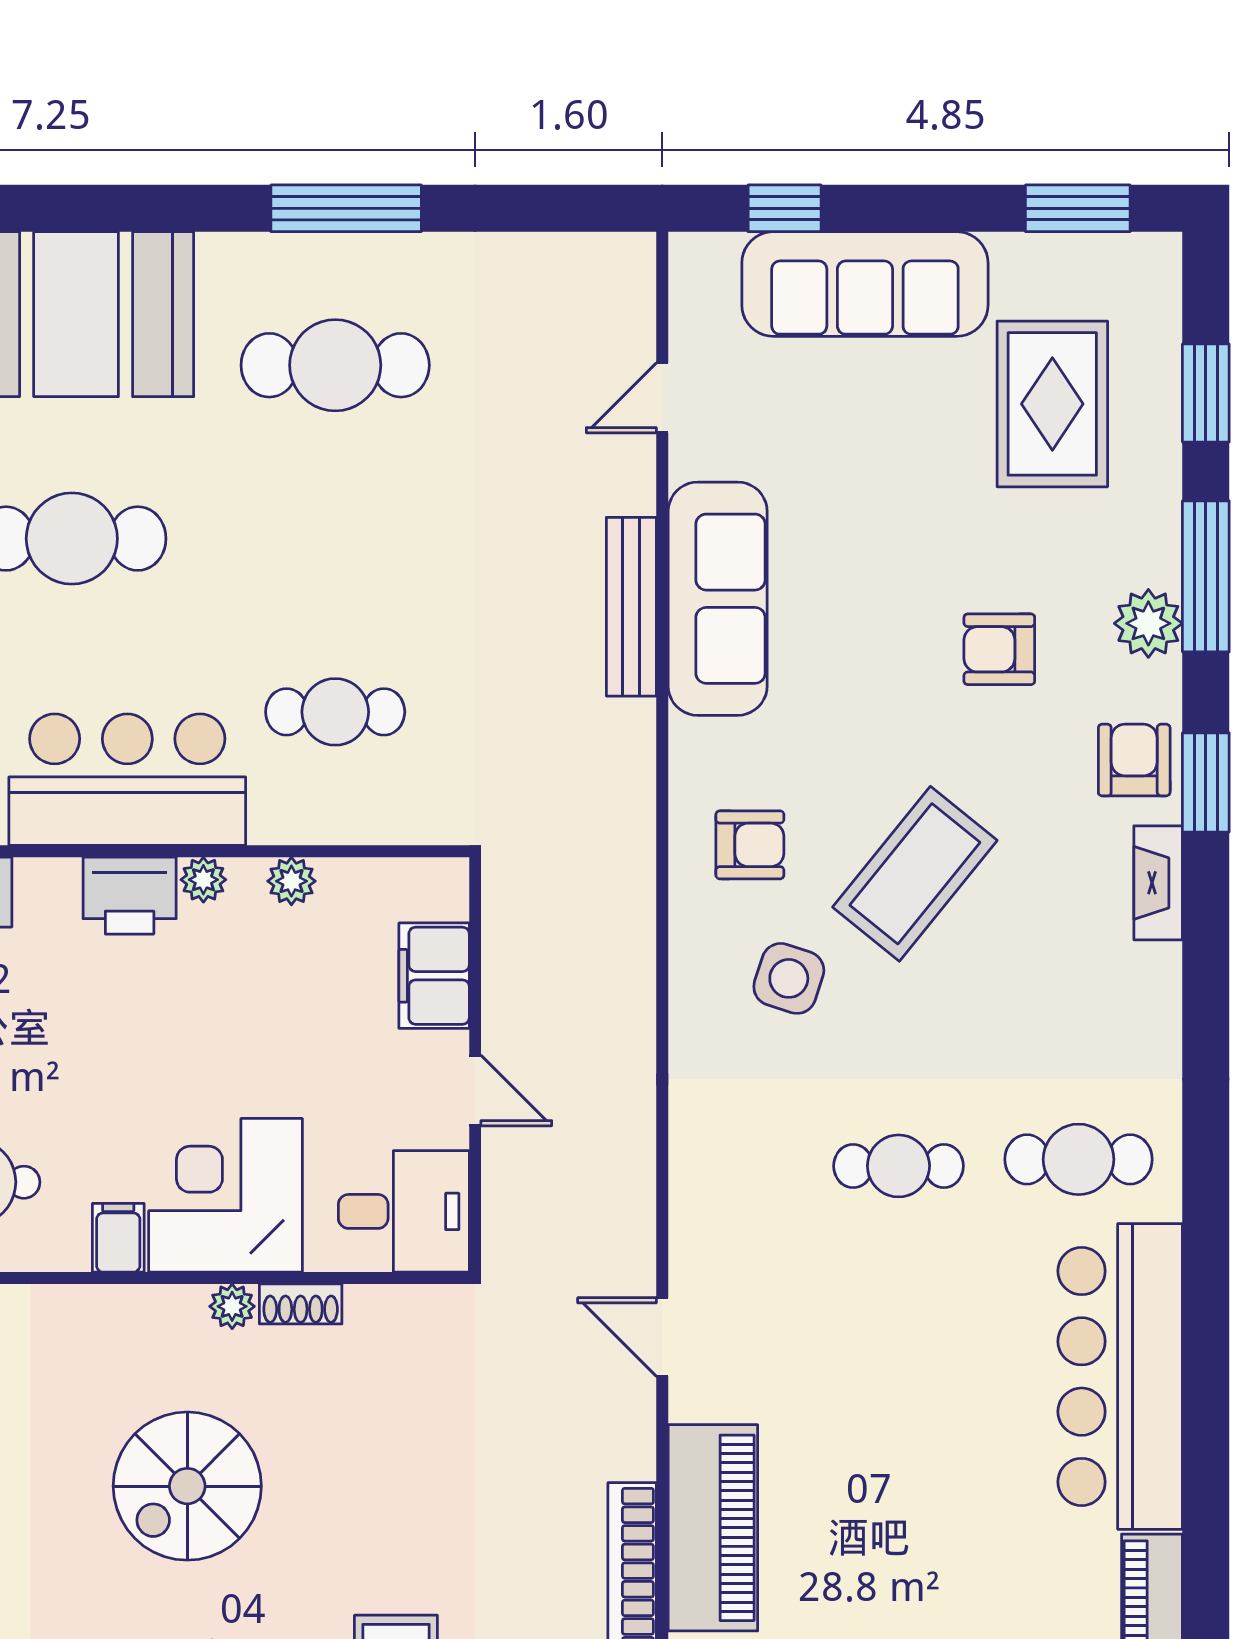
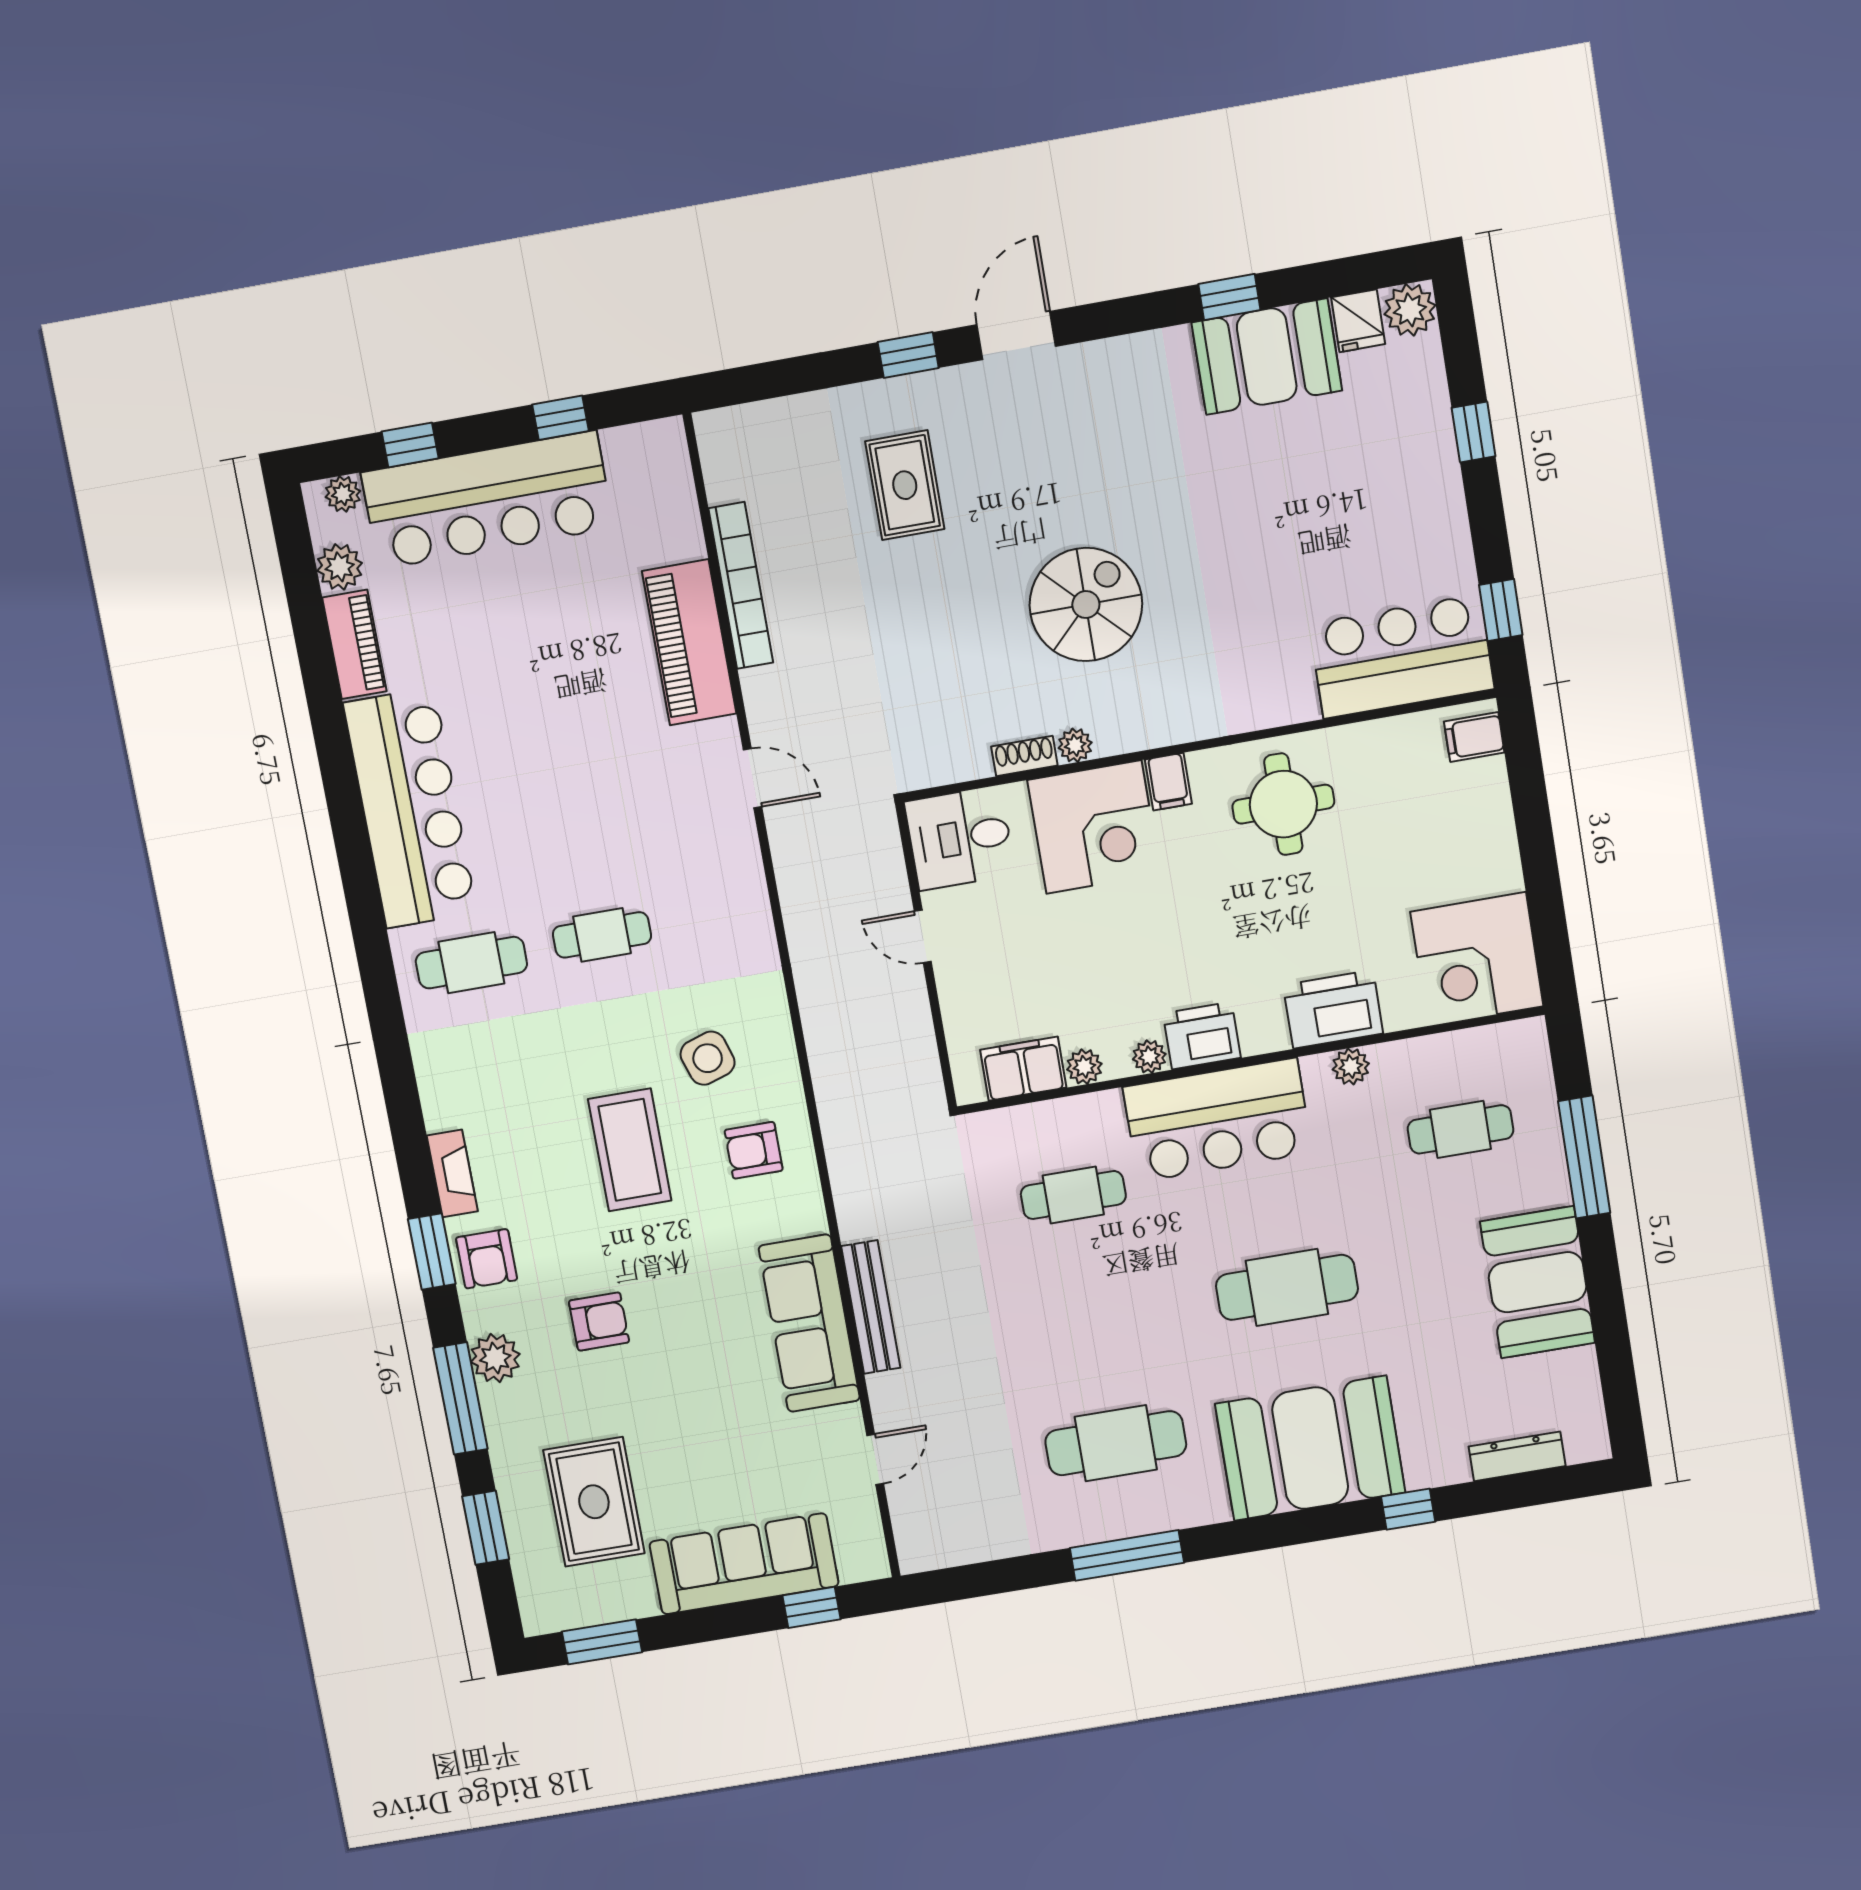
coffee table: (915, 874) -> (630, 1150), turned -39
filing cabinet: (434, 976) -> (1023, 1069), moved, turned -90
side table: (789, 978) -> (708, 1058), turned -36

